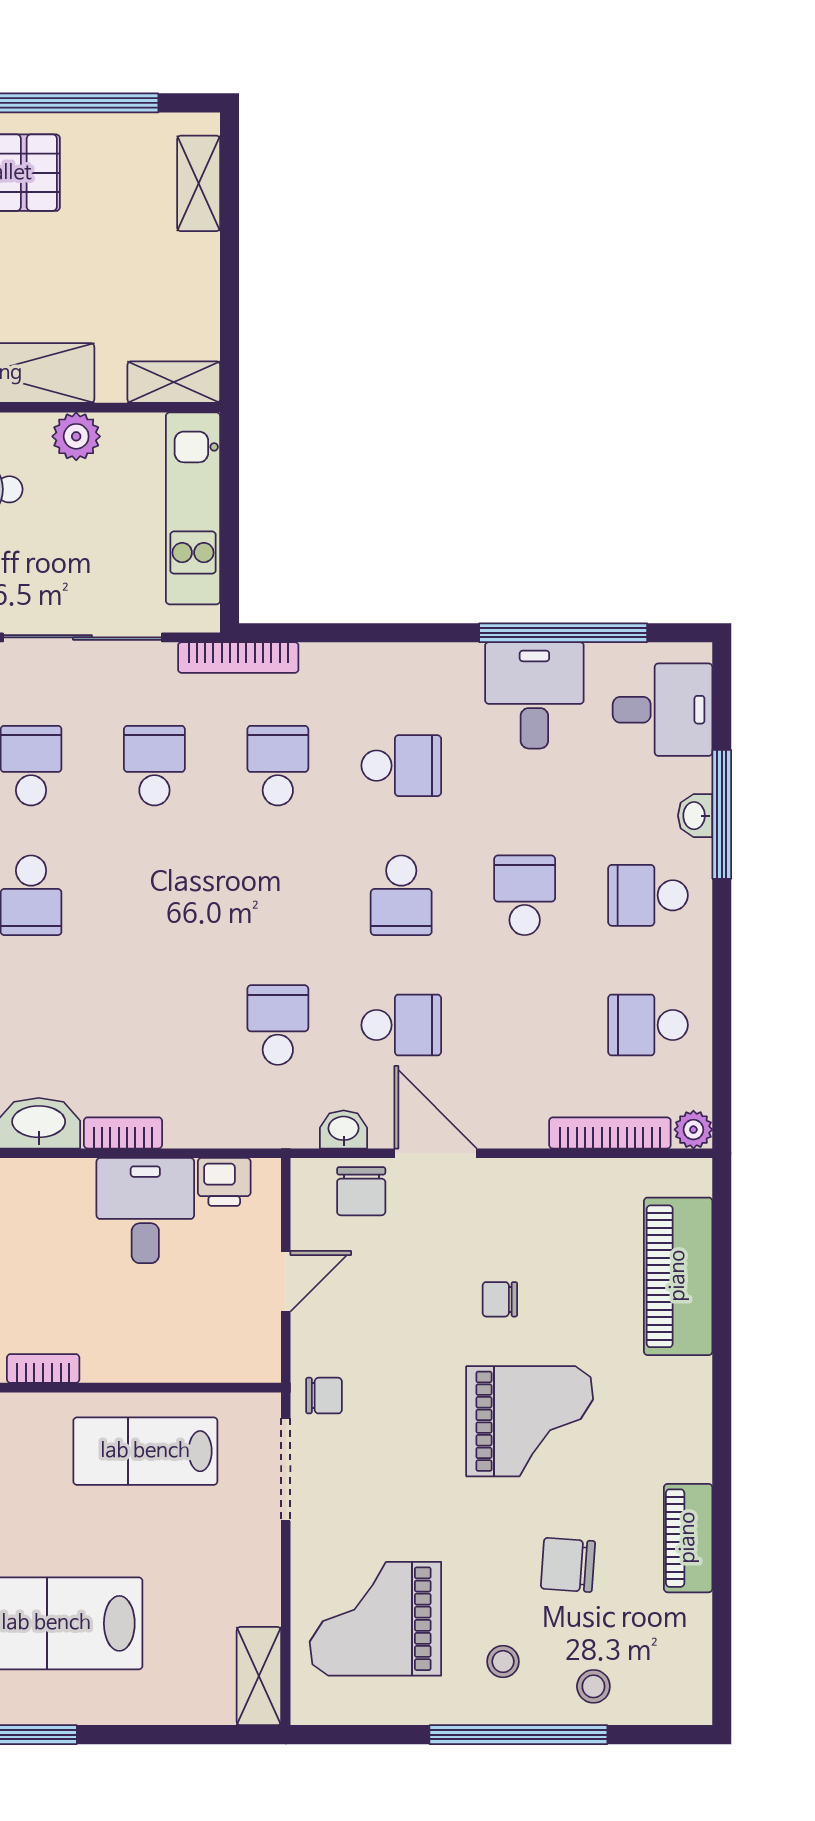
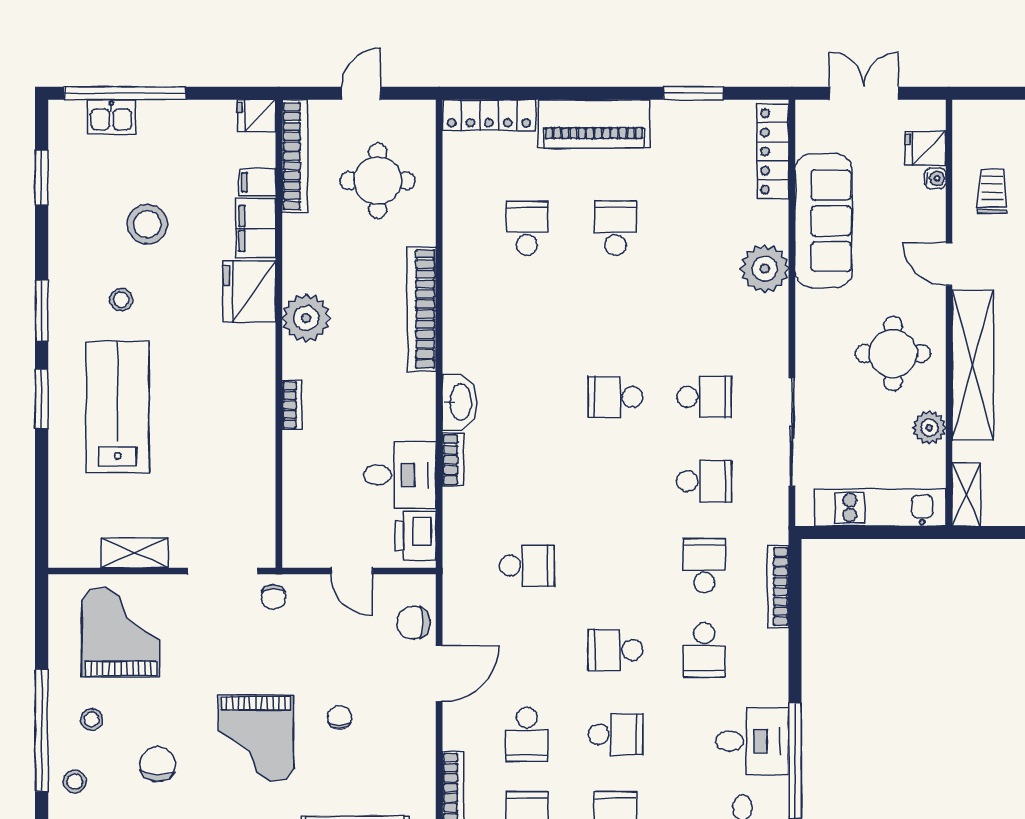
bookcase: (238, 658) -> (778, 587), moved
school desk: (278, 766) -> (704, 566), turned -90
school desk: (401, 1025) -> (527, 734), moved
washbasin: (344, 1129) -> (455, 611), removed
printer: (224, 1182) -> (416, 536), width x1.36, depth x1.24
lab bench: (145, 1451) -> (235, 475), removed
shelving: (259, 1676) -> (135, 553), moved

